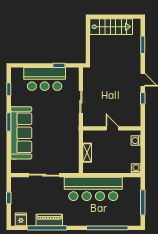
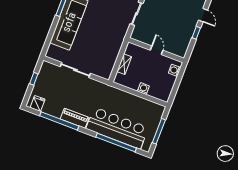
washing machine: (136, 168) -> (143, 89), moved
bar counter: (93, 189) -> (117, 128), moved, turned 180
piano: (49, 220) -> (75, 118), moved

